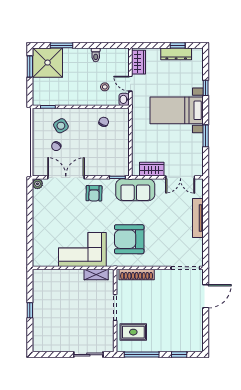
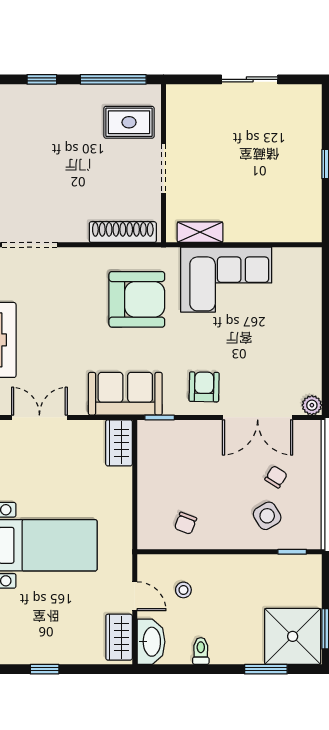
dresser: (176, 54) -> (47, 653), removed
washbasin: (124, 99) -> (151, 642), moved, width x1.91, depth x1.45
wardrobe: (152, 169) -> (119, 443), moved, turned 90
sliding door: (88, 355) -> (250, 79), moved

